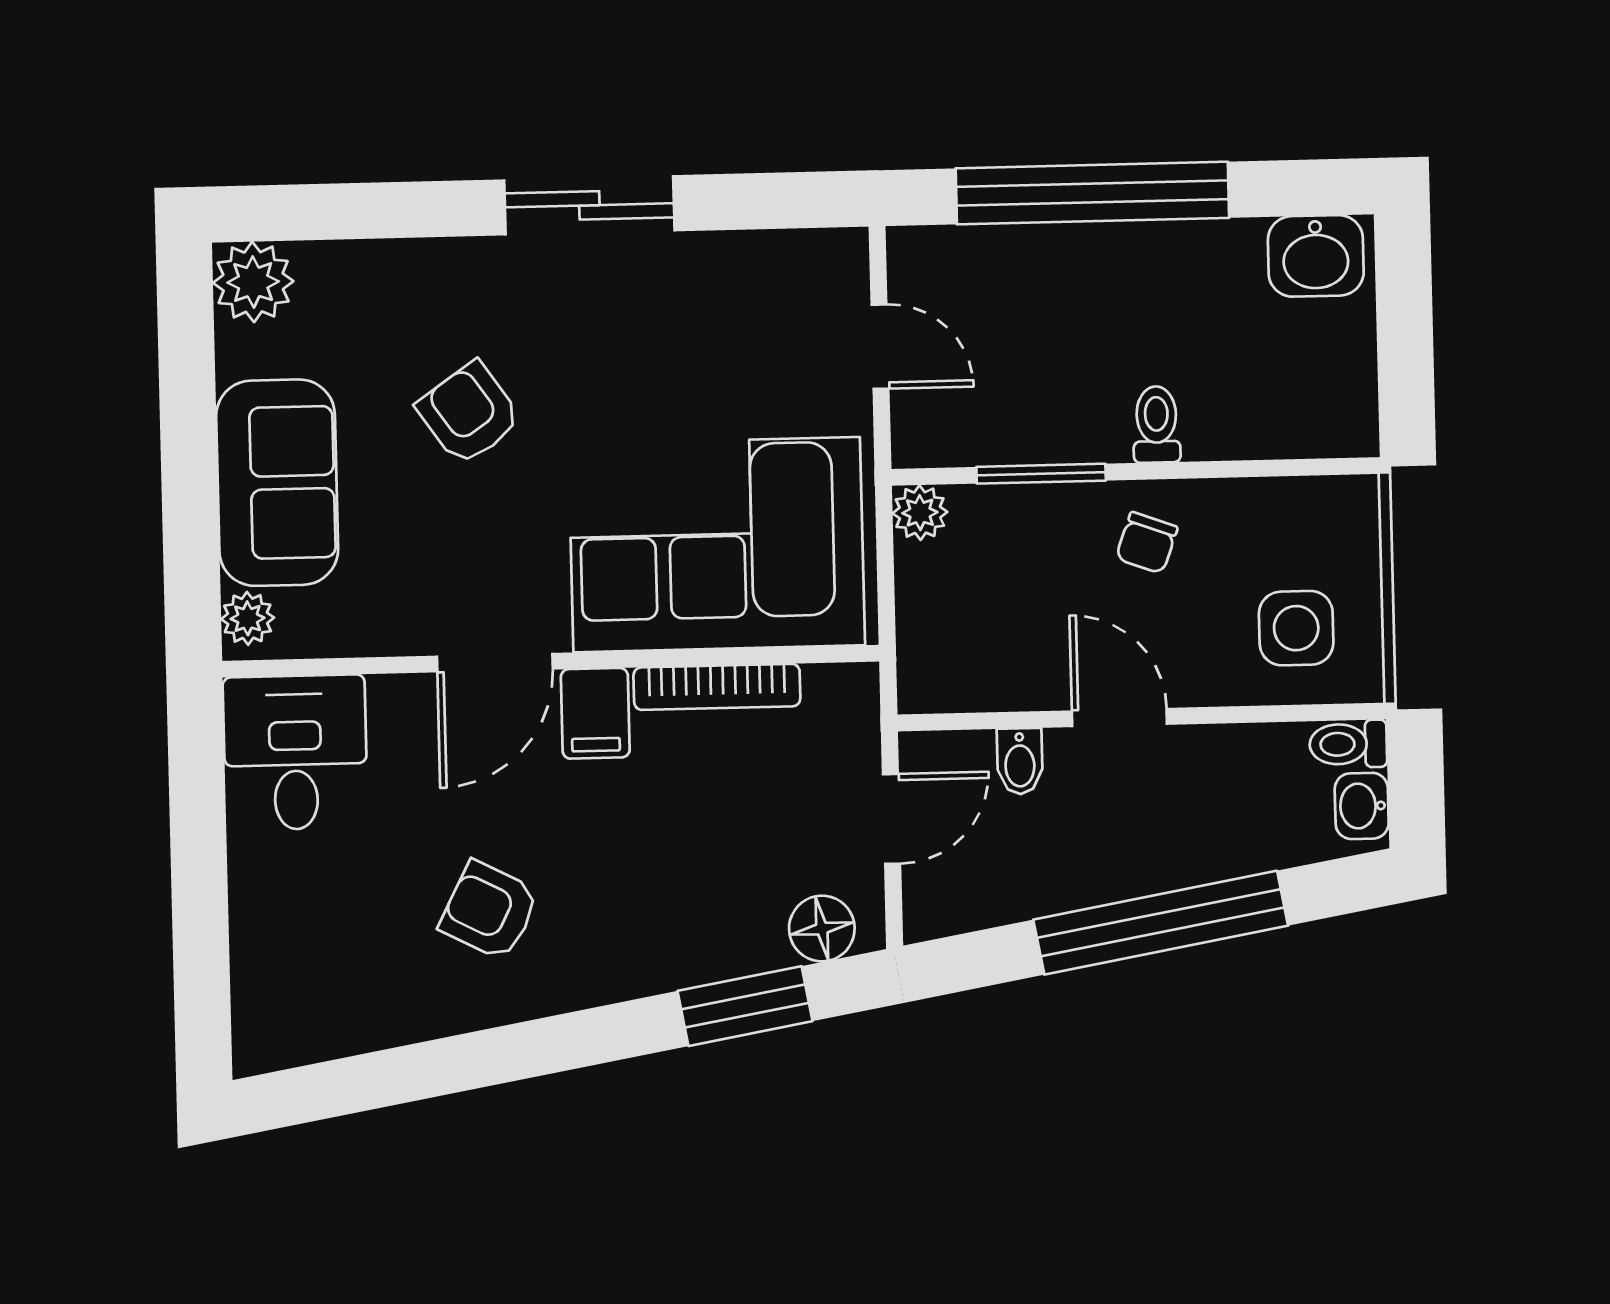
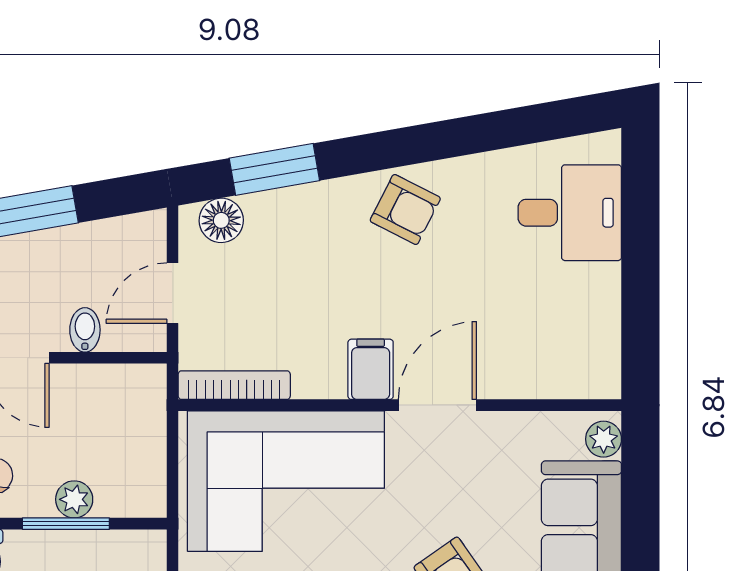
plant: (920, 513) -> (74, 499), moved
bookcase: (717, 687) -> (234, 385), moved
desk: (295, 752) -> (570, 213), moved, turned -90
armchair: (489, 910) -> (405, 209), moved

